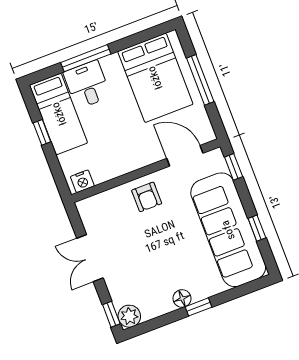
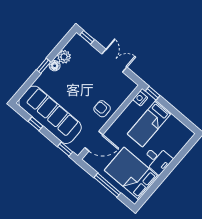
window: (86, 58) -> (173, 164), removed
desk: (87, 84) -> (158, 160), moved
bed: (59, 114) -> (149, 124), moved, turned -90
window: (42, 132) -> (153, 93), moved
plant: (129, 316) -> (64, 57), moved

